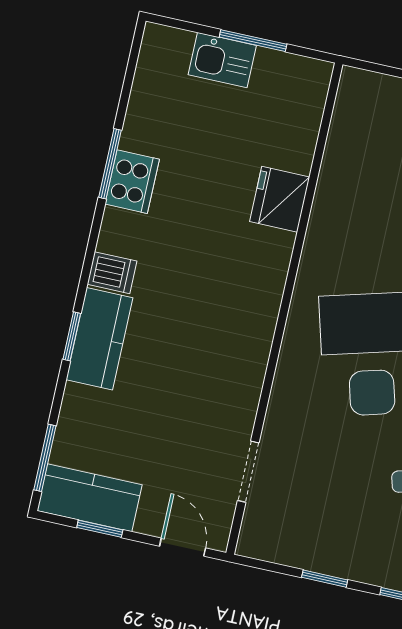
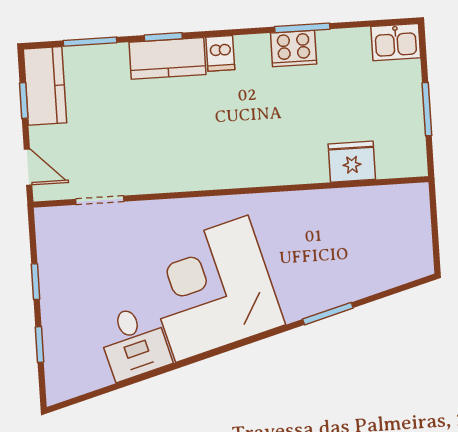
kitchen sink: (222, 60) -> (396, 42), moved, turned -90
fridge: (280, 199) -> (352, 162), moved
window: (45, 458) -> (90, 42), moved
door: (183, 547) -> (28, 167), hinge flipped

